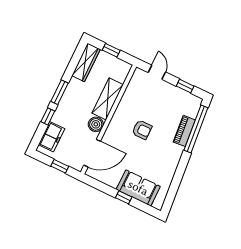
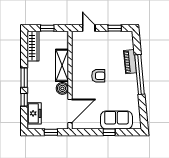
window: (196, 129) -> (140, 74), moved

